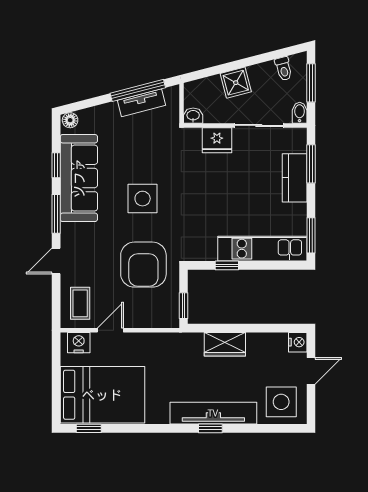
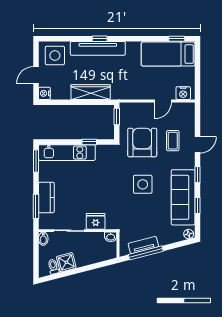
shower: (236, 83) -> (66, 262), moved
window: (311, 83) -> (36, 258), removed
window: (56, 214) -> (197, 175), width x0.67
coffee table: (80, 303) -> (173, 141), moved
wardrobe: (225, 344) -> (91, 92), width x1.50
bed: (102, 395) -> (168, 54), width x0.67

